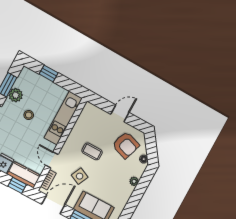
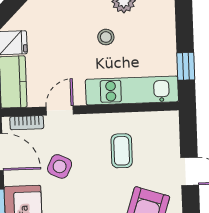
window: (49, 73) -> (186, 66), moved
coffee table: (92, 151) -> (122, 151), moved

